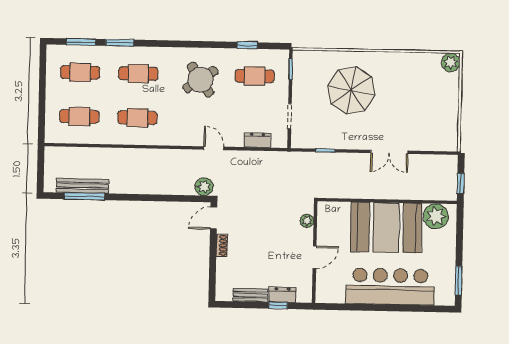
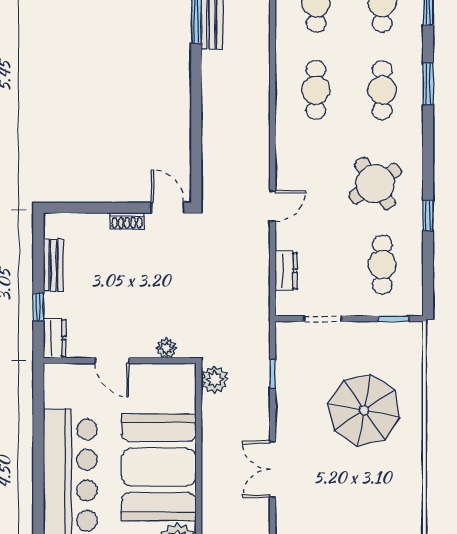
window: (120, 43) -> (428, 84), moved
window: (247, 45) -> (428, 216), moved
plant: (204, 187) -> (214, 380), moved
dresser: (282, 295) -> (55, 338), moved

